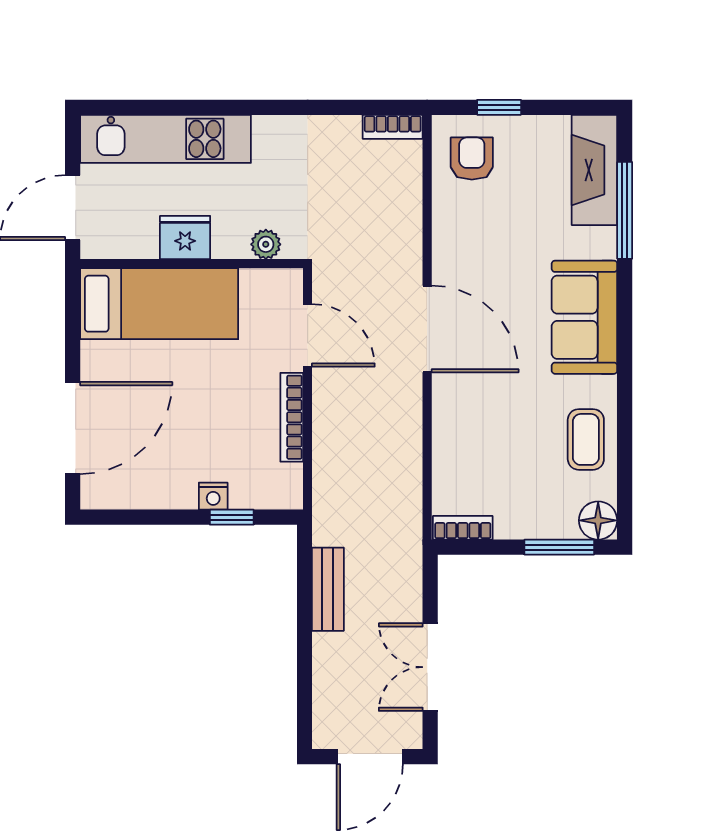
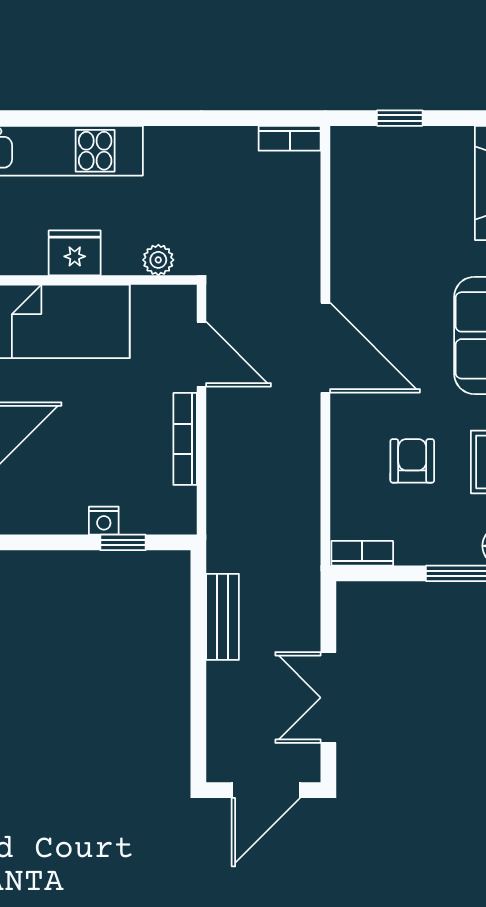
armchair: (472, 159) -> (412, 461), moved

